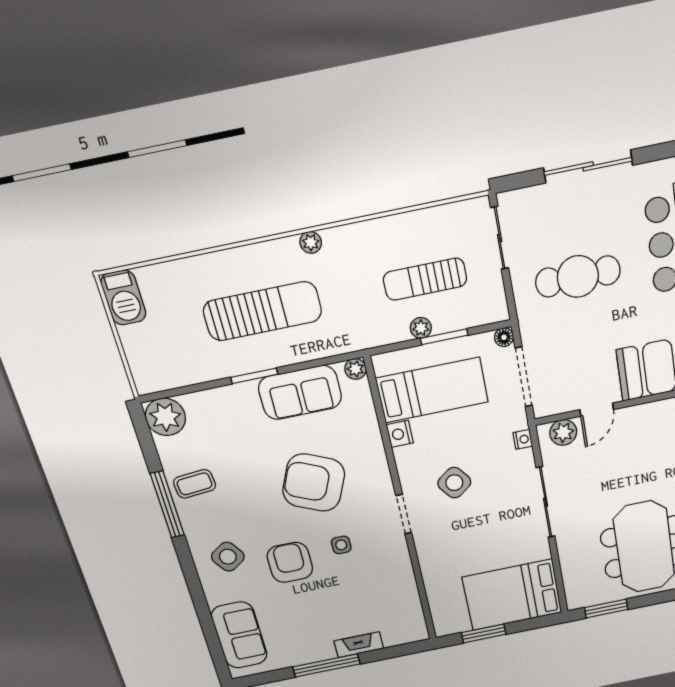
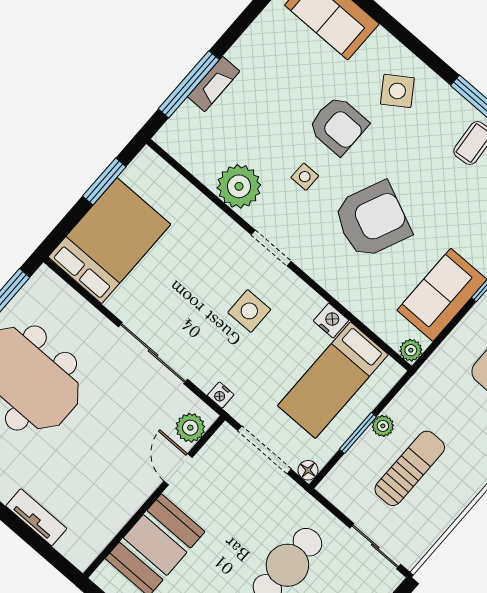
side table: (454, 483) -> (249, 311), turned 37
plant: (394, 570) -> (239, 186), added
window: (327, 665) -> (189, 84), moved

